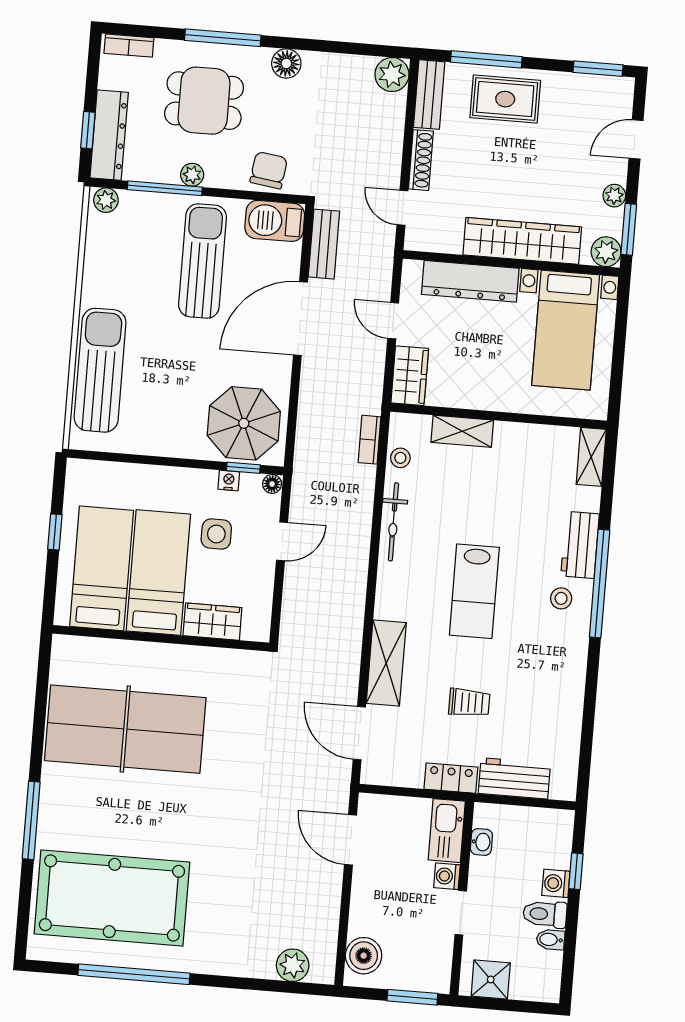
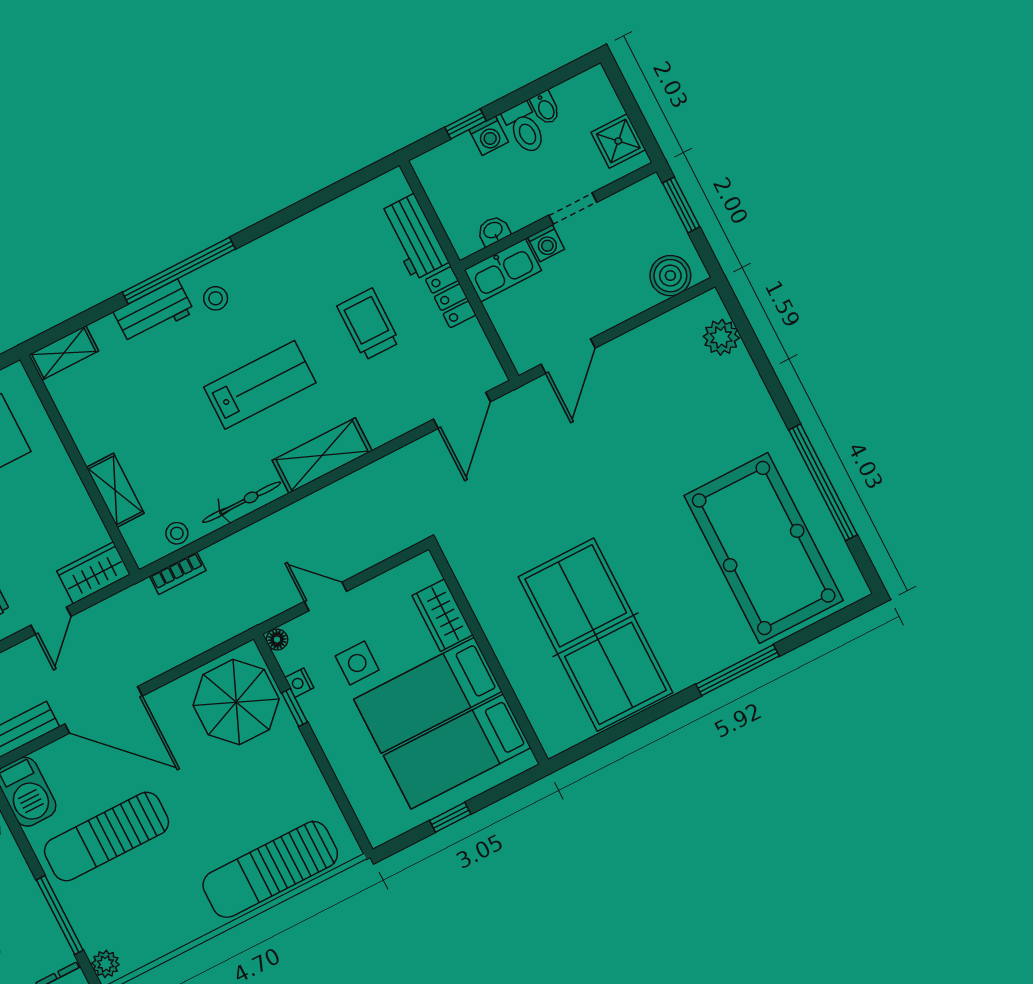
plant: (192, 175) -> (31, 897), removed
window: (243, 468) -> (294, 707), moved
shelving: (386, 663) -> (322, 456), moved
trolley: (469, 703) -> (368, 324), width x1.36, depth x1.39

